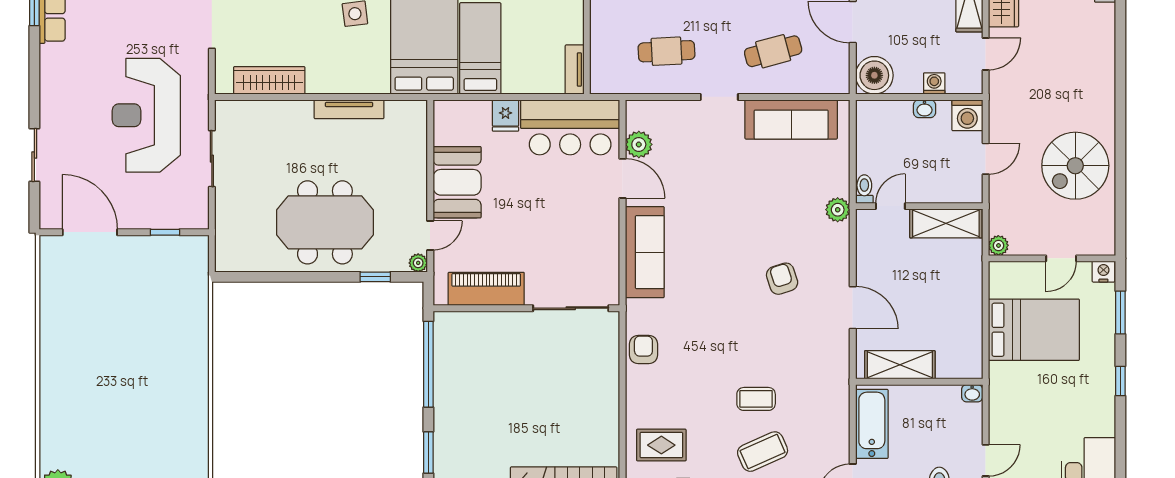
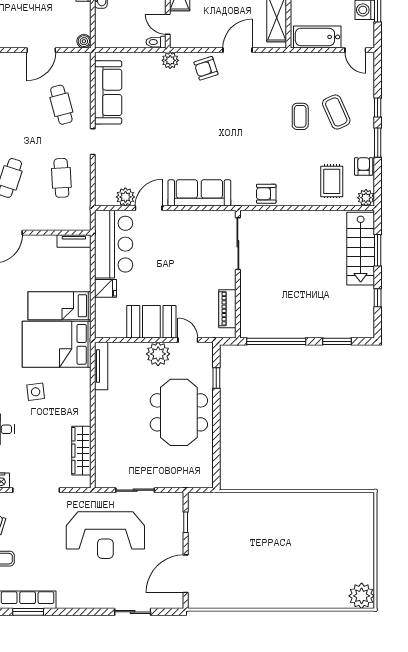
boiler: (874, 75) -> (84, 41), width x0.54, depth x0.54
tv unit: (349, 109) -> (101, 366), moved
plant: (418, 263) -> (158, 354), moved, width x1.87, depth x1.87
armchair: (782, 279) -> (206, 68), moved
piano: (486, 289) -> (227, 309), width x0.73, depth x0.75

